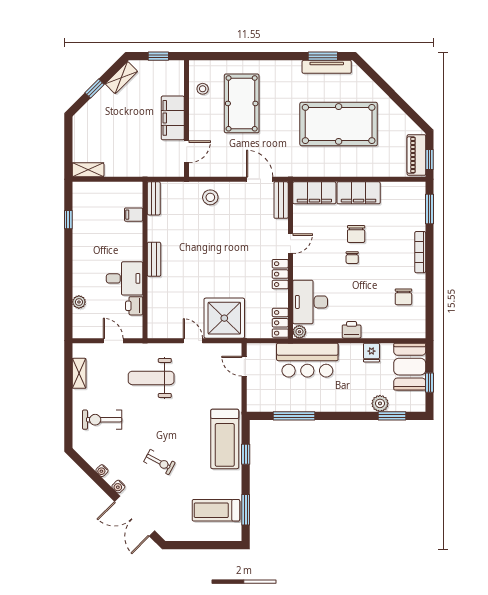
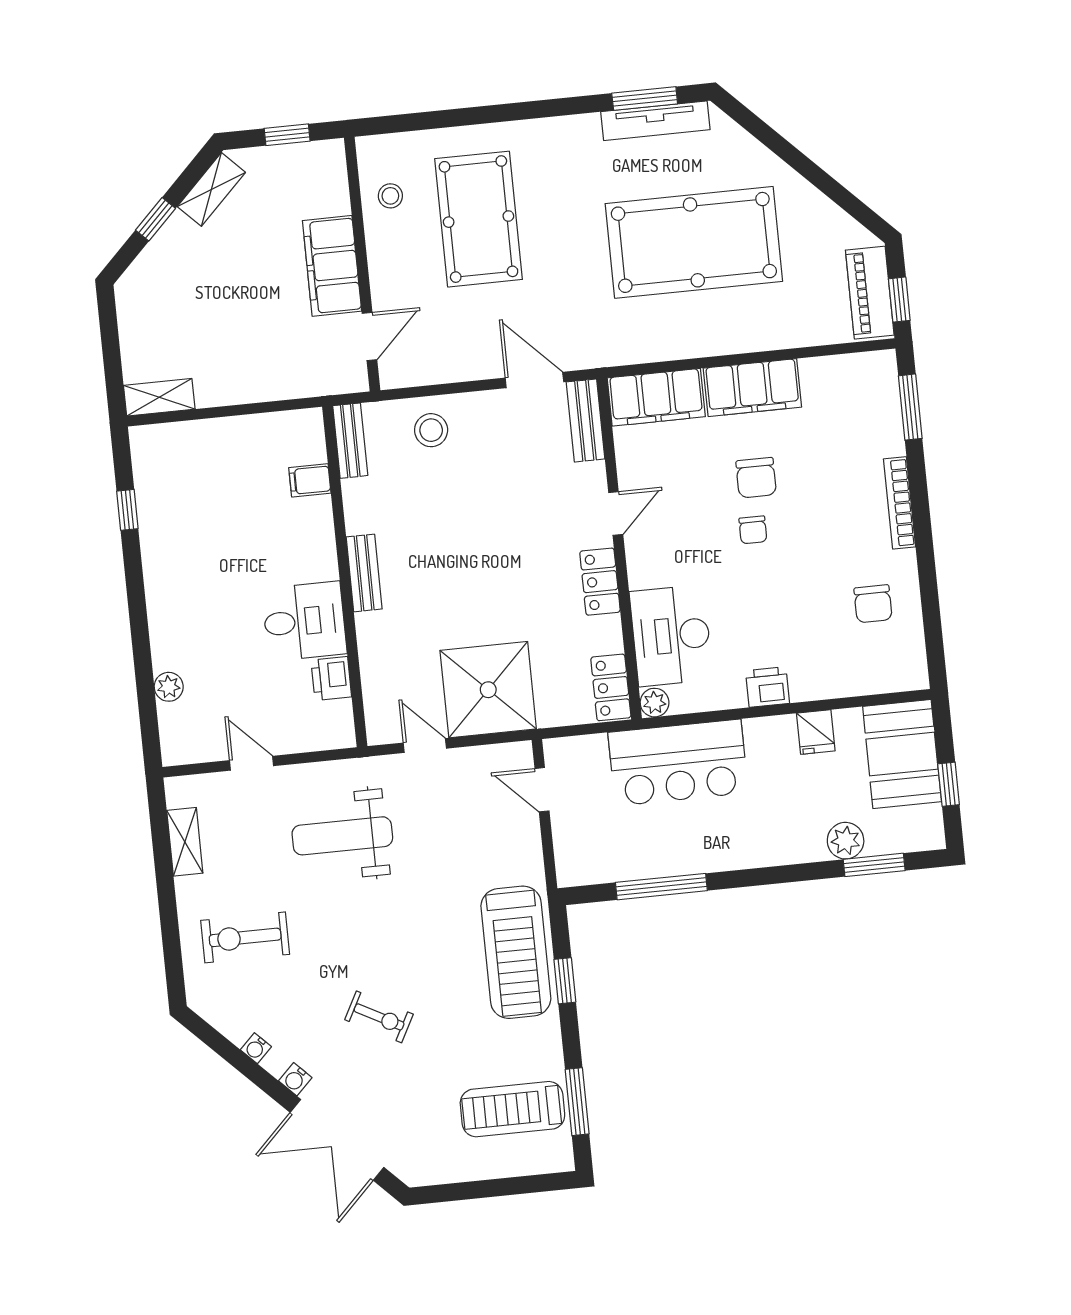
bench: (154, 198) -> (350, 441), moved
filing cabinet: (134, 215) -> (310, 480), moved
bench: (154, 259) -> (364, 573), moved
wall: (145, 260) -> (345, 576), moved
desk: (125, 278) -> (304, 621), moved
printer: (134, 306) -> (331, 679), moved

